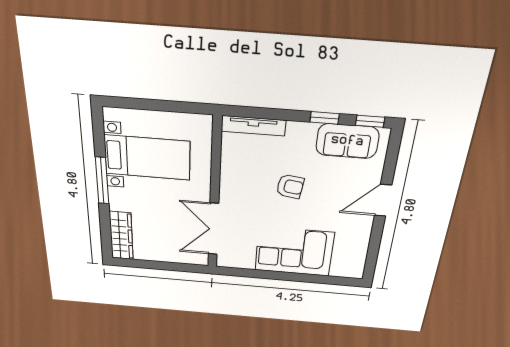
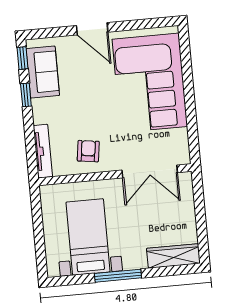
armchair: (290, 186) -> (88, 151), moved
corner sofa: (294, 251) -> (150, 83), width x1.36, depth x1.36

